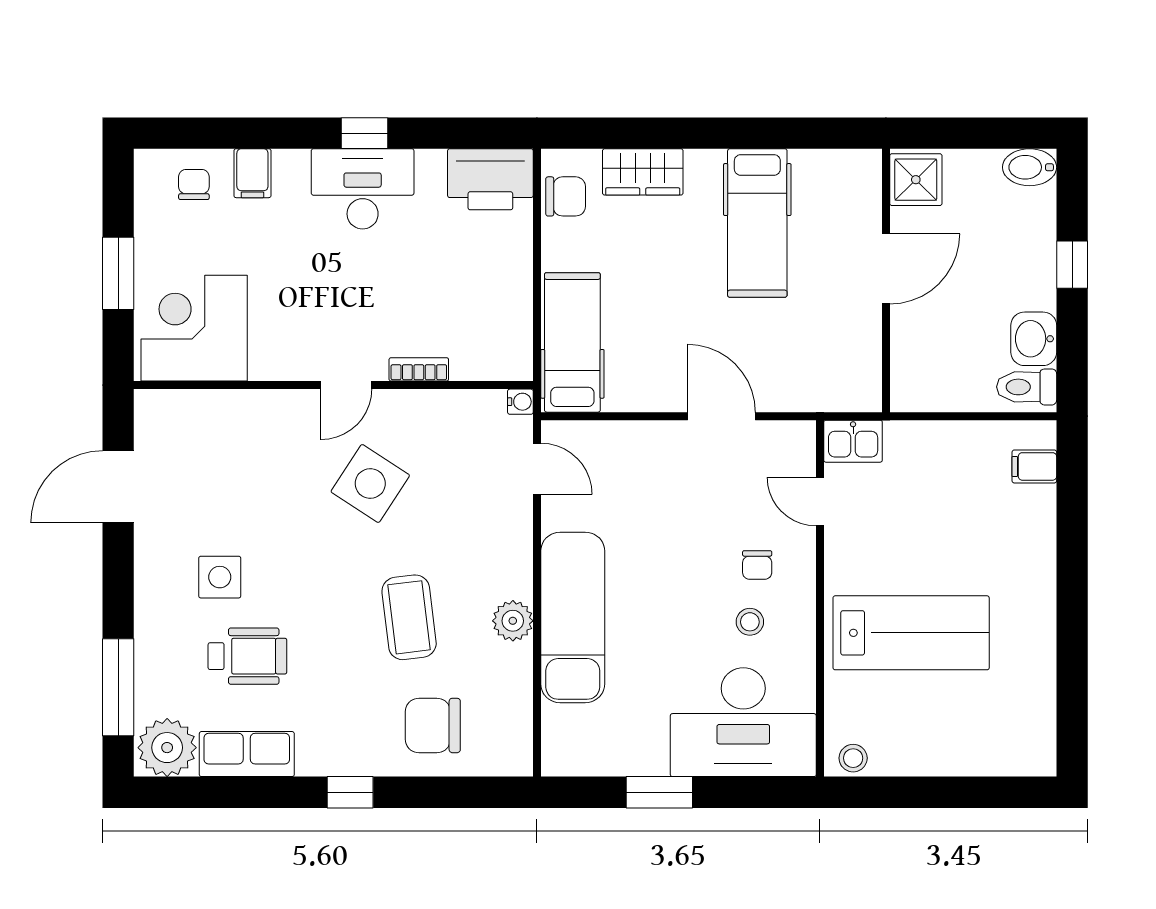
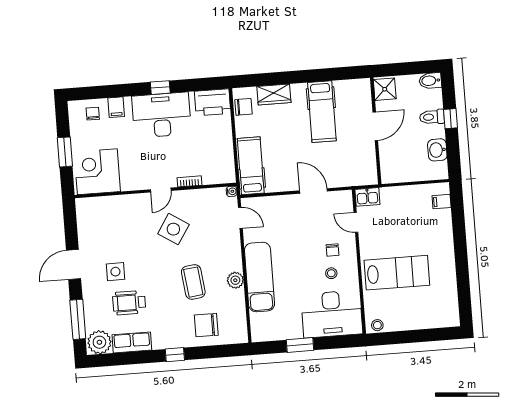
desk: (363, 189) -> (162, 115), width x1.36, depth x1.30
toilet: (1027, 387) -> (432, 117), moved
door: (118, 487) -> (74, 264), moved
wheelchair: (247, 656) -> (129, 303), turned 180

